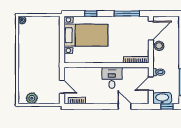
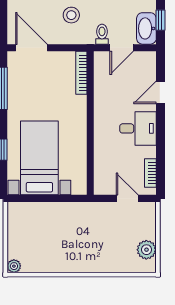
stool: (159, 46) -> (71, 15), moved
desk: (112, 78) -> (138, 128), moved, turned 180
door: (151, 84) -> (122, 48), hinge flipped
door: (62, 87) -> (127, 198), hinge flipped

